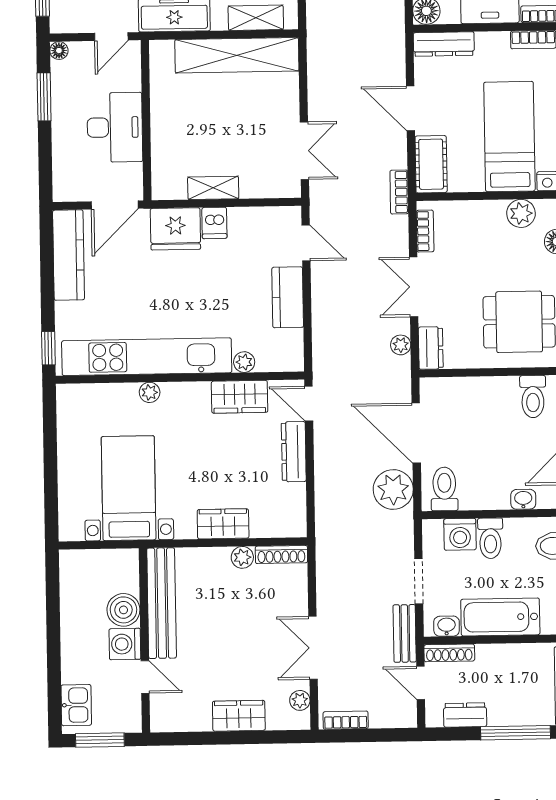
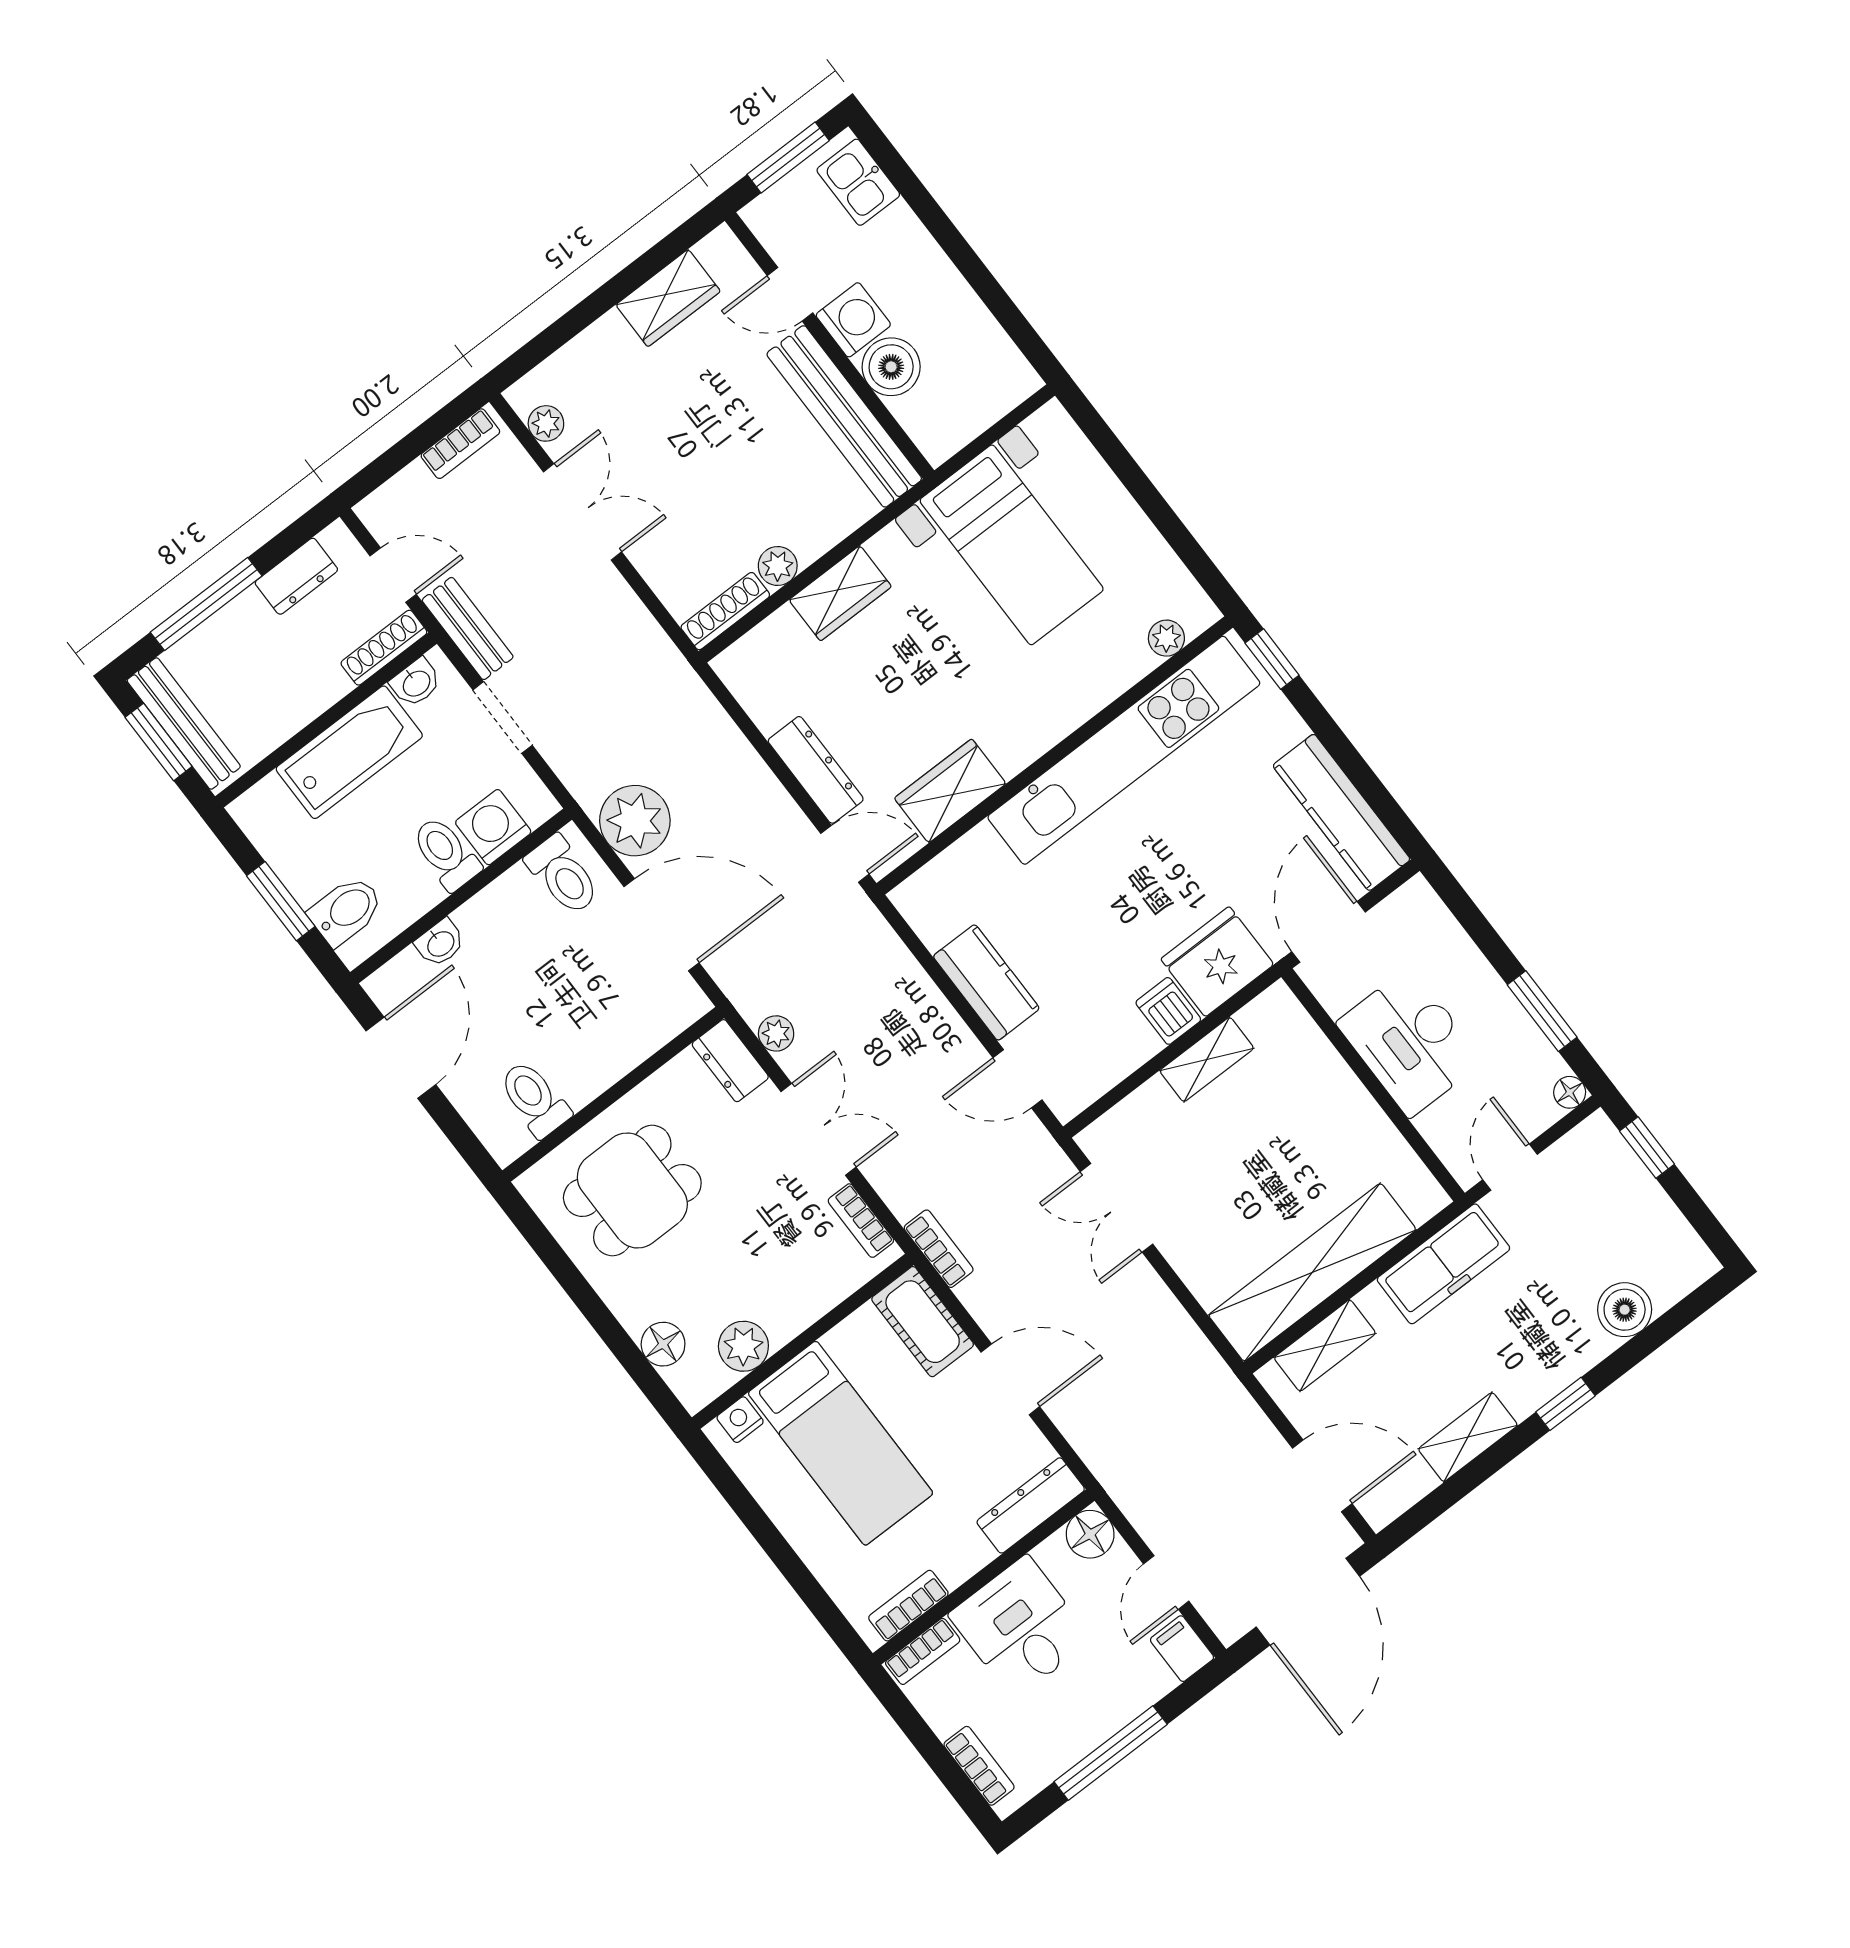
plant: (244, 362) -> (980, 845), removed
plant: (150, 392) -> (1166, 638), moved
wardrobe: (239, 716) -> (668, 298), moved

